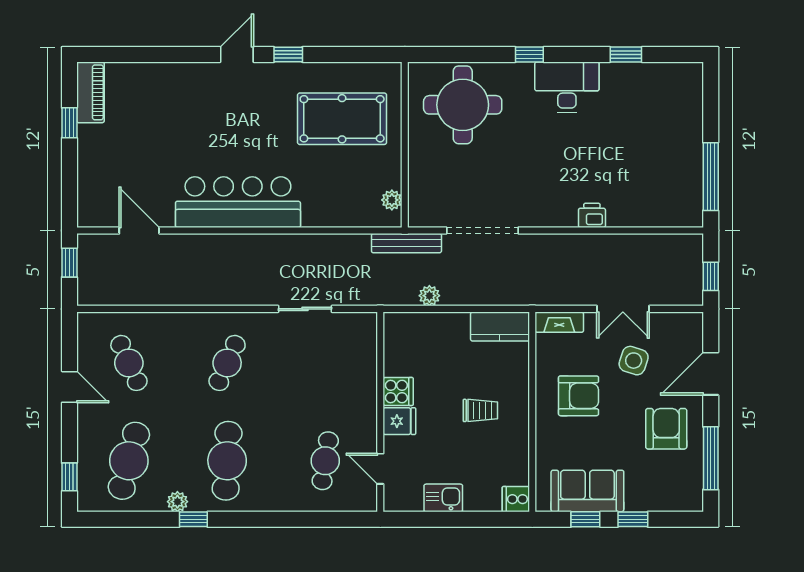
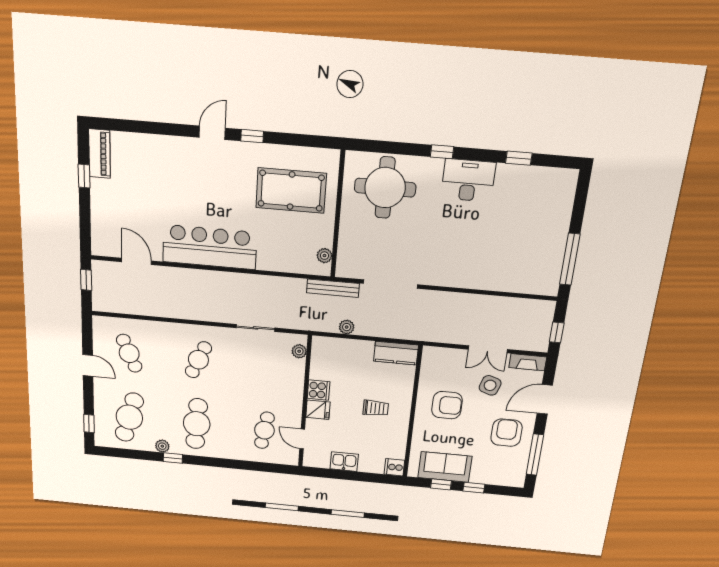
printer: (592, 215) -> (474, 280), removed
fireplace: (559, 322) -> (528, 362), moved
plant: (367, 337) -> (299, 351), added

